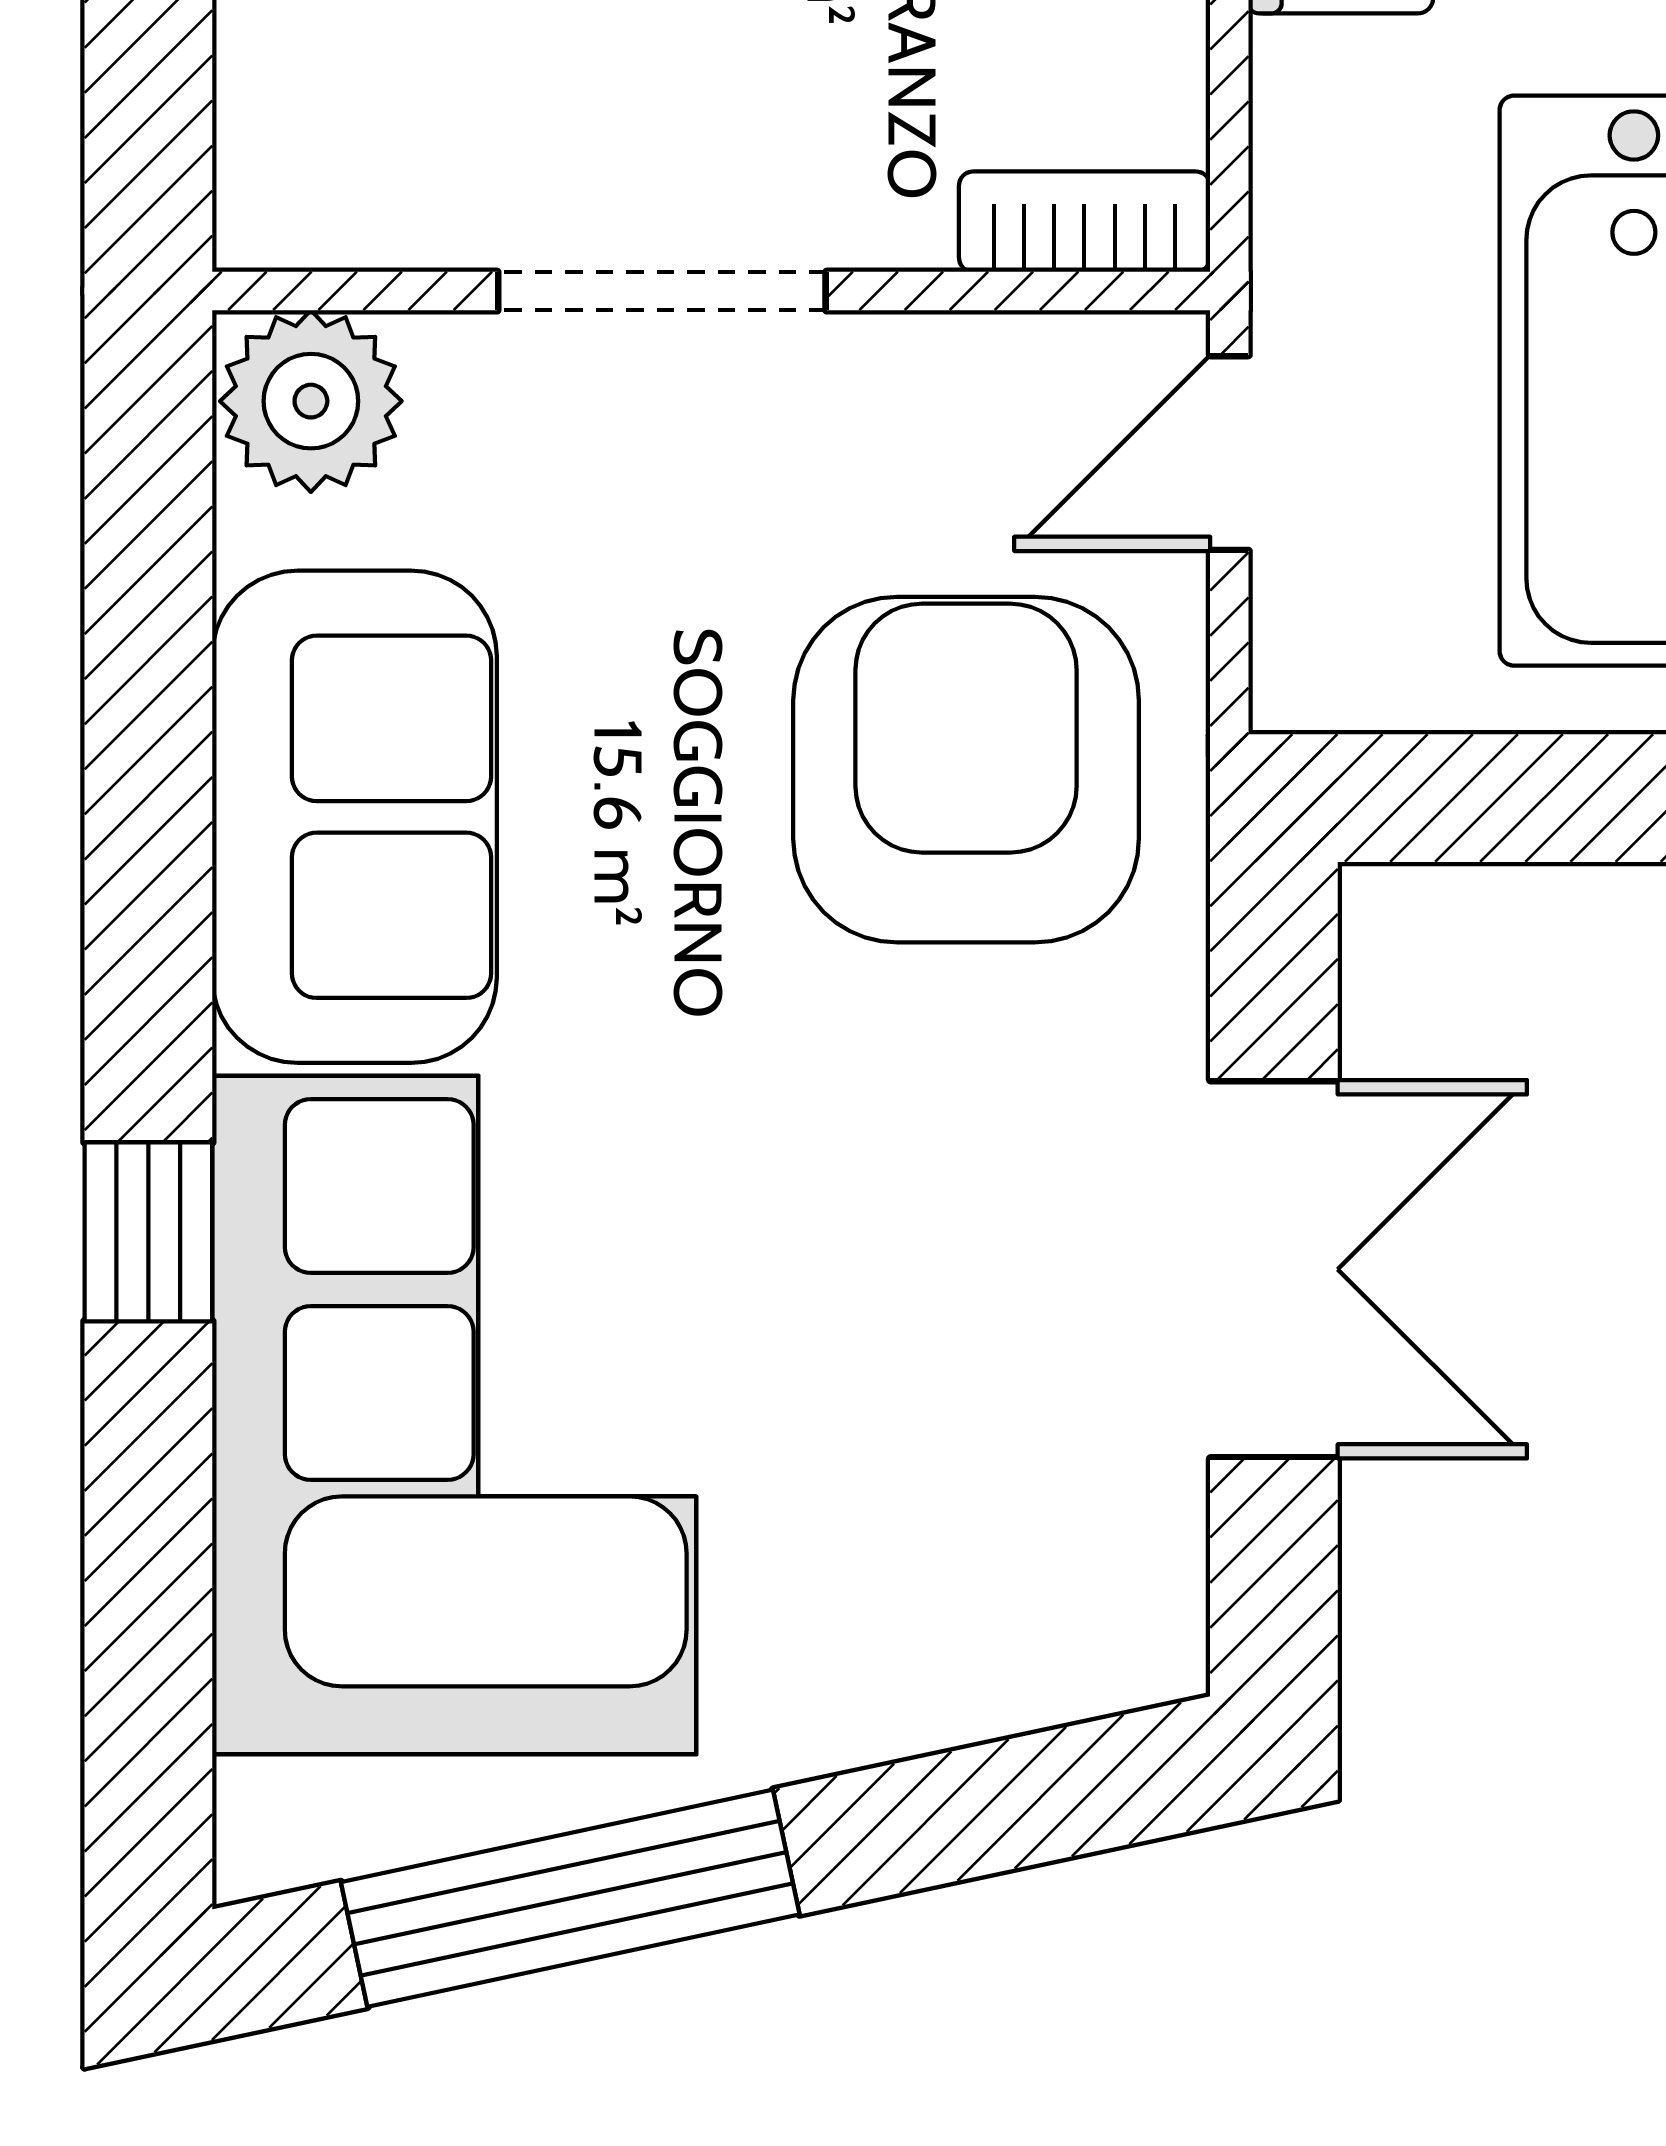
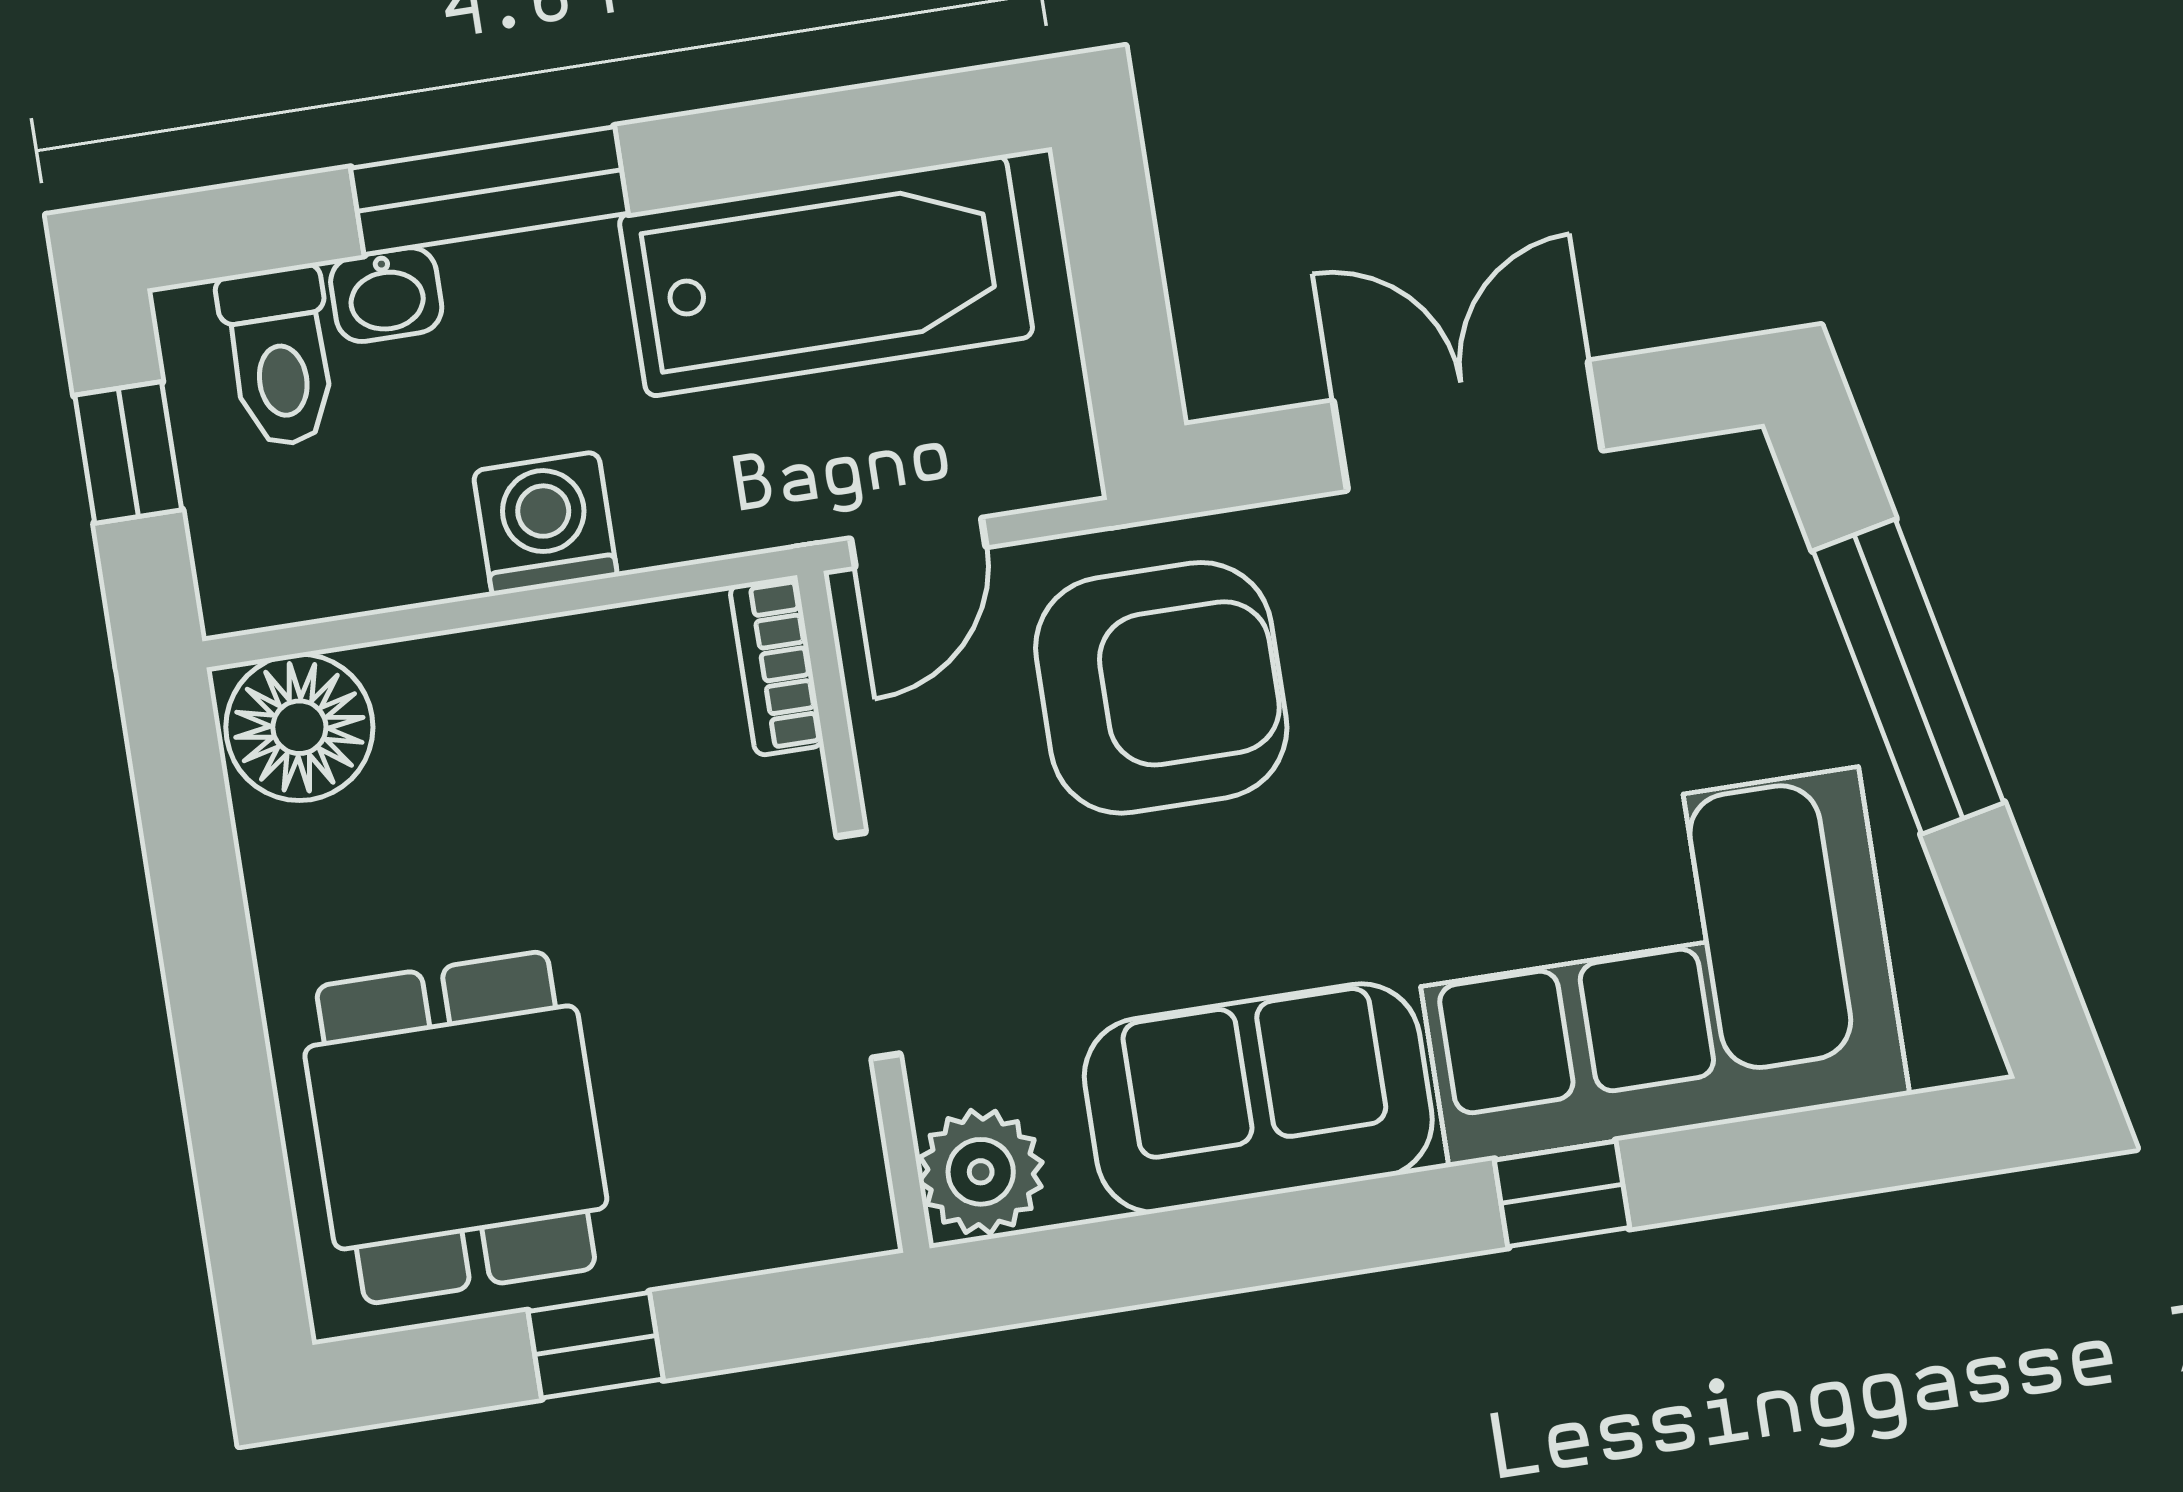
door: (1229, 453) -> (918, 543), hinge flipped
armchair: (966, 770) -> (1161, 688), turned 180
window: (570, 1898) -> (1908, 677), moved

